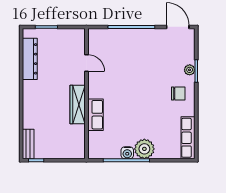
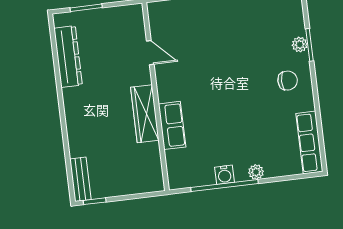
plant: (144, 149) -> (256, 172), width x0.53, depth x0.53

